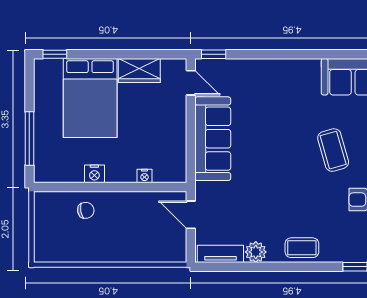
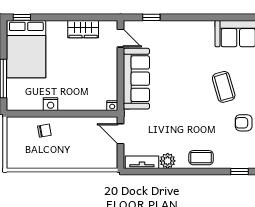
window: (214, 54) -> (151, 17), moved
bed: (90, 98) -> (26, 49), moved
nightstand: (145, 176) -> (112, 106), moved

